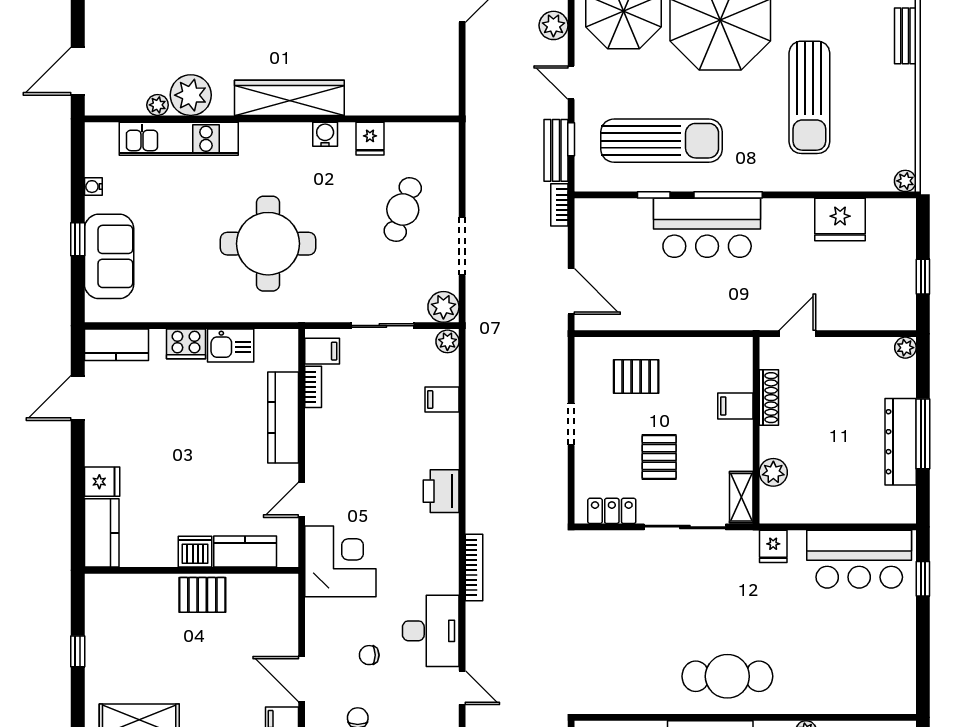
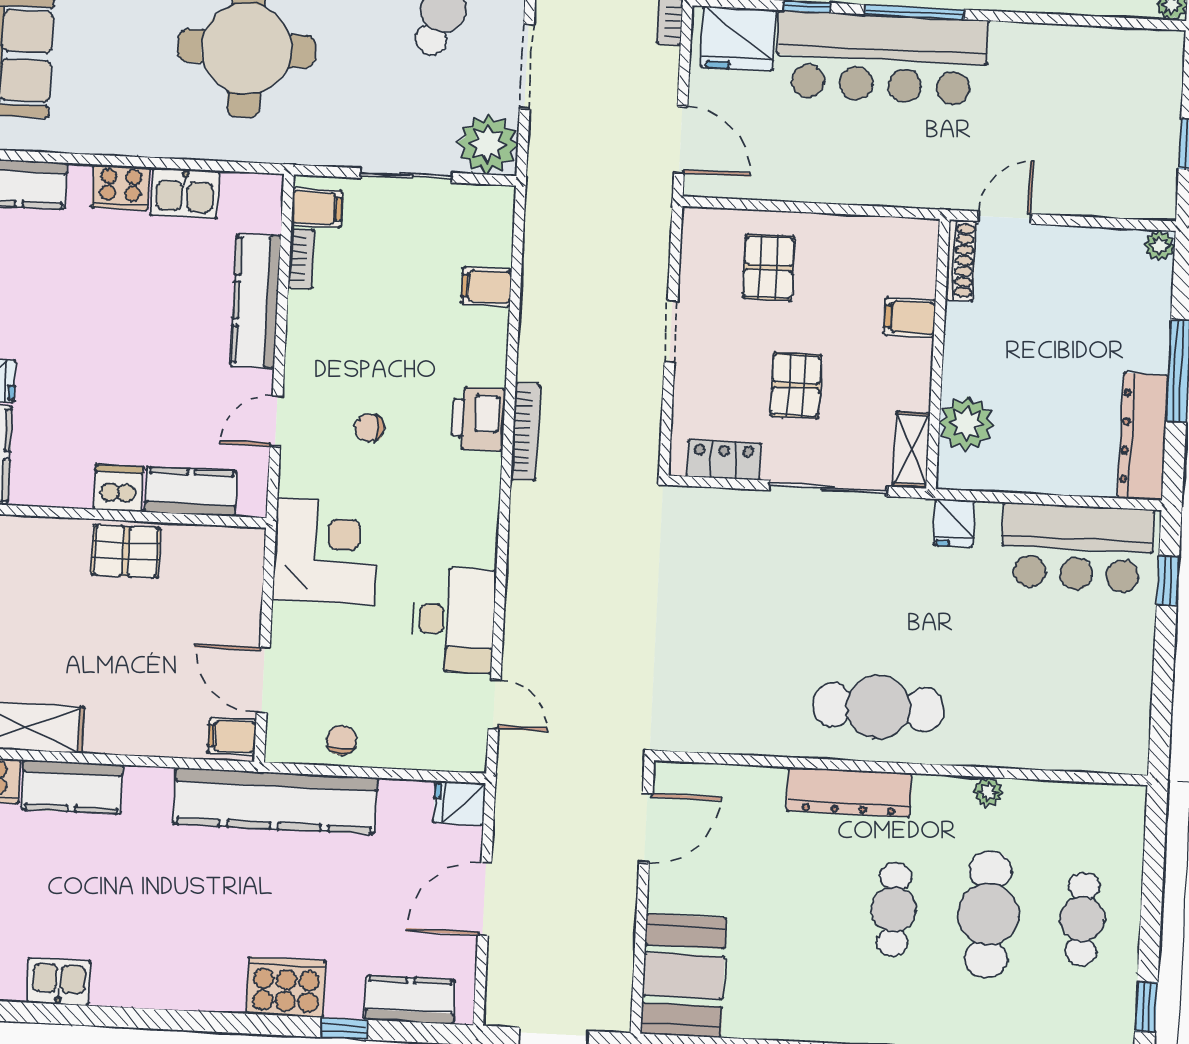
fridge: (840, 219) -> (738, 39), moved
bar counter: (707, 228) -> (882, 58), width x1.36
plant: (443, 307) -> (488, 144), width x1.36, depth x1.36
plant: (447, 341) -> (499, 203), removed
pallet: (636, 376) -> (769, 267), turned 90
shoe rack: (769, 398) -> (961, 260), moved
dresser: (901, 442) -> (1143, 437), moved
plant: (773, 472) -> (967, 424), width x1.36, depth x1.36
corner desk: (340, 561) -> (326, 551), moved
bookcase: (474, 568) -> (525, 432), moved
chair: (369, 655) -> (369, 428), moved

